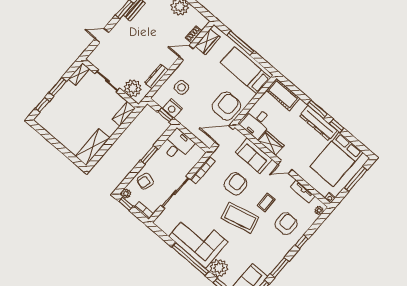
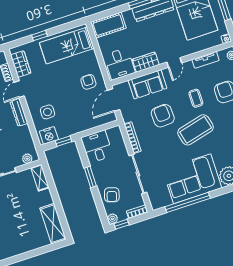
window: (240, 43) -> (40, 36), width x0.46
dresser: (156, 76) -> (19, 112), moved
plant: (133, 88) -> (27, 159), width x0.53, depth x0.53
armchair: (226, 106) -> (88, 82), width x0.53, depth x0.53
nightstand: (172, 108) -> (49, 135), moved
window: (190, 259) -> (188, 202), moved

